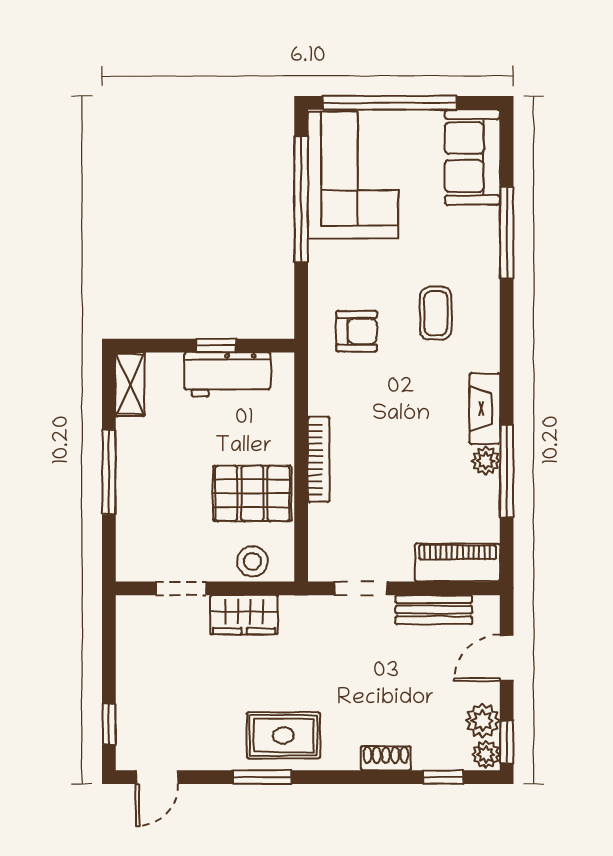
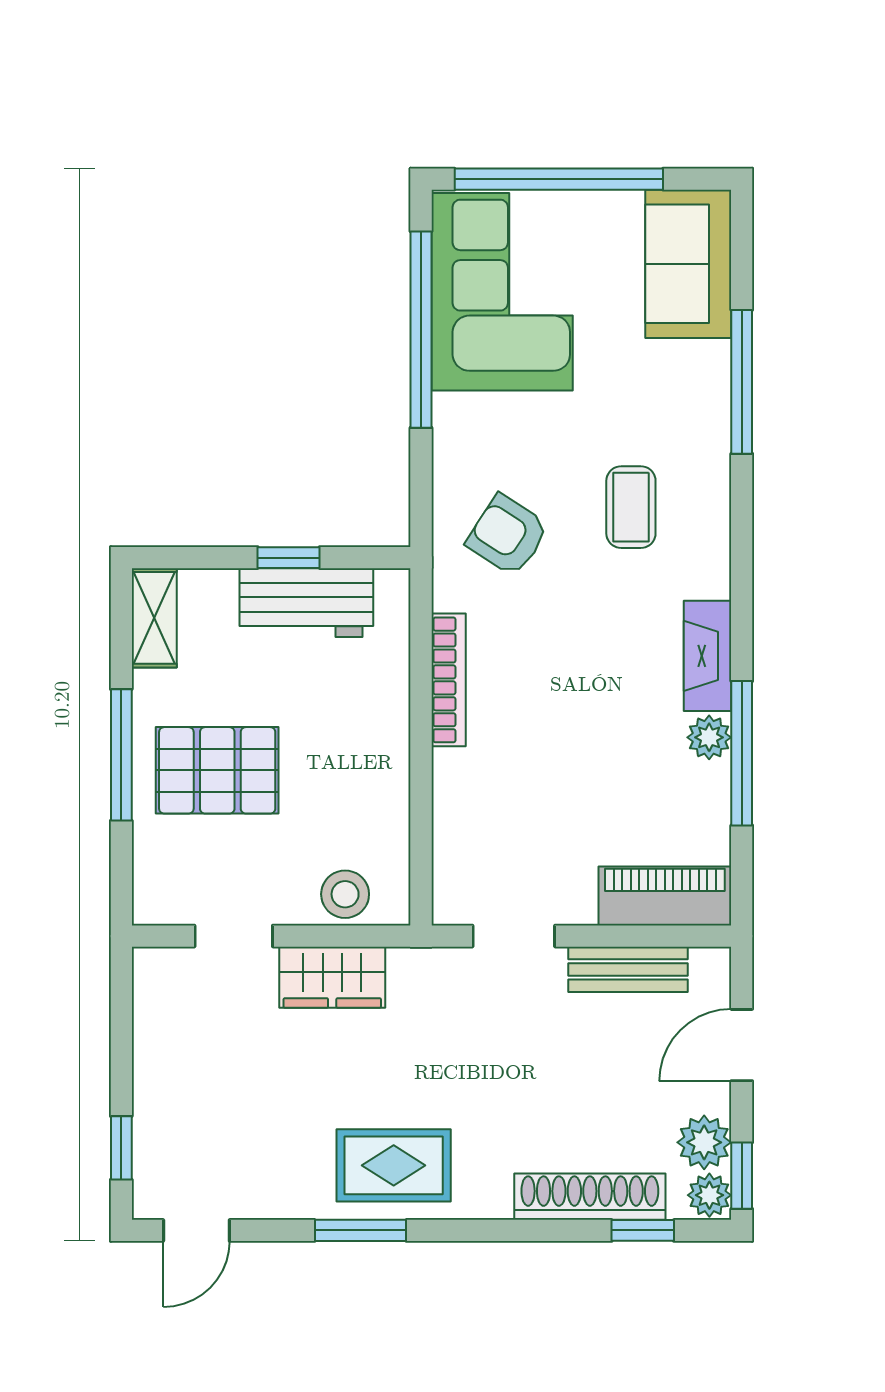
armchair: (357, 331) -> (508, 535), turned -147
bookcase: (319, 459) -> (449, 680), moved
pallet: (252, 493) -> (217, 770), moved
shoe rack: (386, 758) -> (590, 1197), width x1.94, depth x1.24

